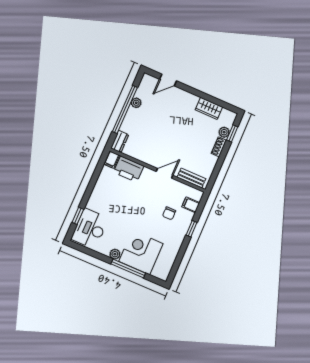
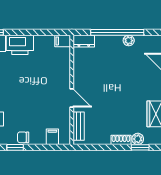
printer: (129, 169) -> (20, 45), moved, turned -90
chair: (169, 213) -> (23, 137), moved
window: (192, 229) -> (15, 147), moved

